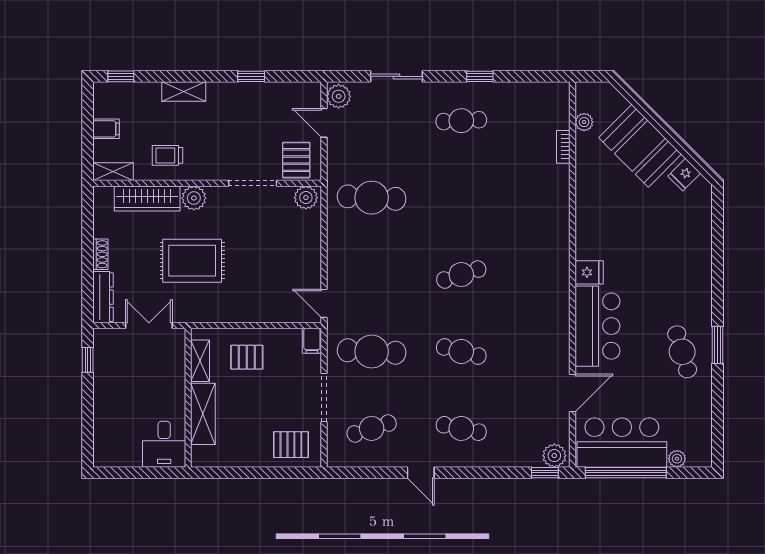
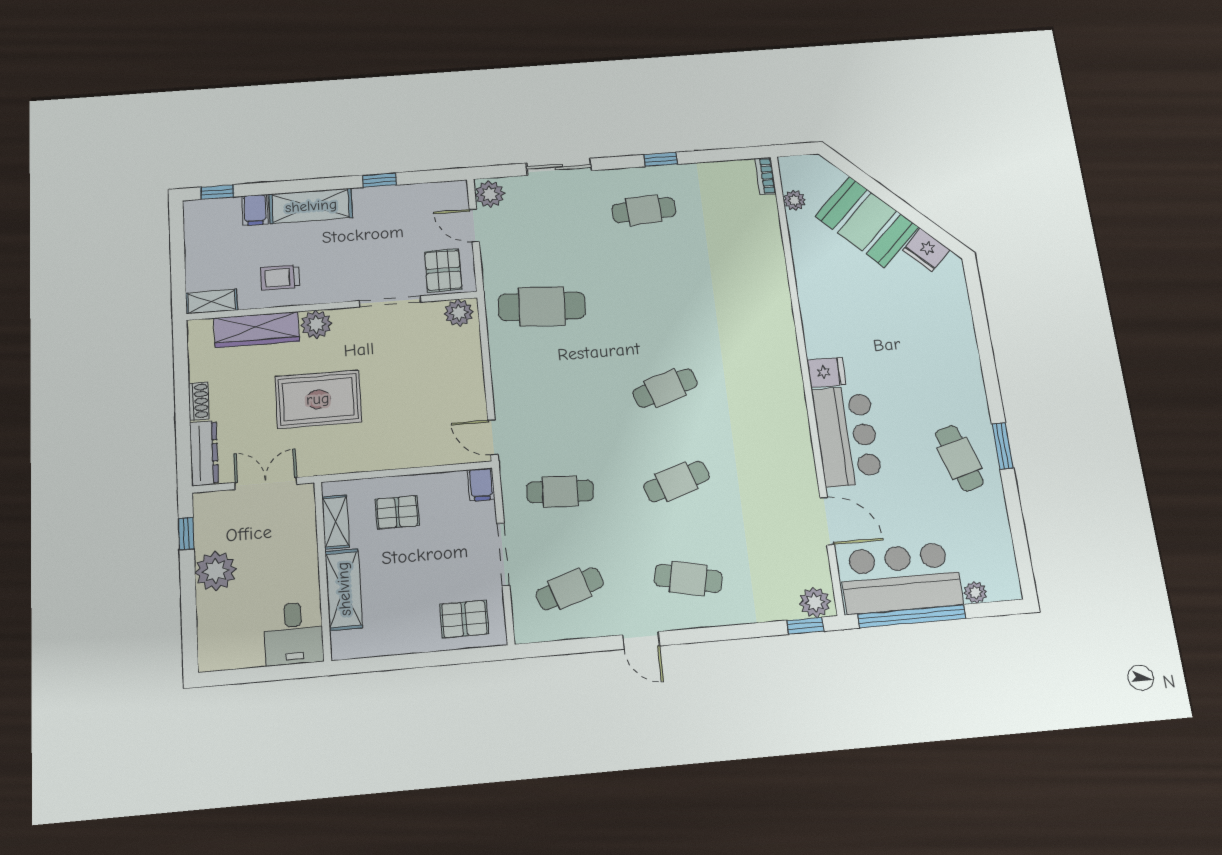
shelving: (184, 92) -> (311, 206), width x1.50, depth x1.33
filing cabinet: (106, 129) -> (255, 210), moved, turned 90
bookcase: (563, 147) -> (765, 176), moved
fridge: (684, 175) -> (926, 250), width x1.38
cafe table: (372, 352) -> (560, 491), width x0.73, depth x0.74
cafe table: (461, 352) -> (676, 482), turned -33
plant: (109, 391) -> (216, 571), added
door: (573, 393) -> (827, 521), hinge flipped

